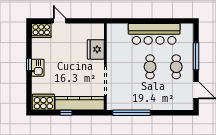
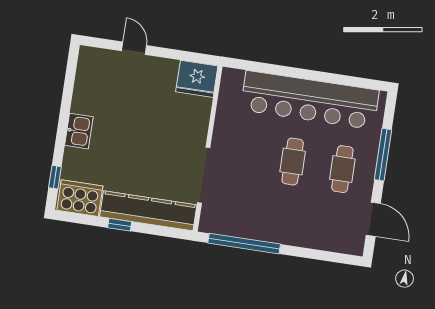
cooker: (41, 31) -> (96, 61), removed
bar counter: (154, 34) -> (310, 100), width x1.36
fridge: (96, 49) -> (197, 79), moved, turned -90
window: (29, 64) -> (55, 177), moved

